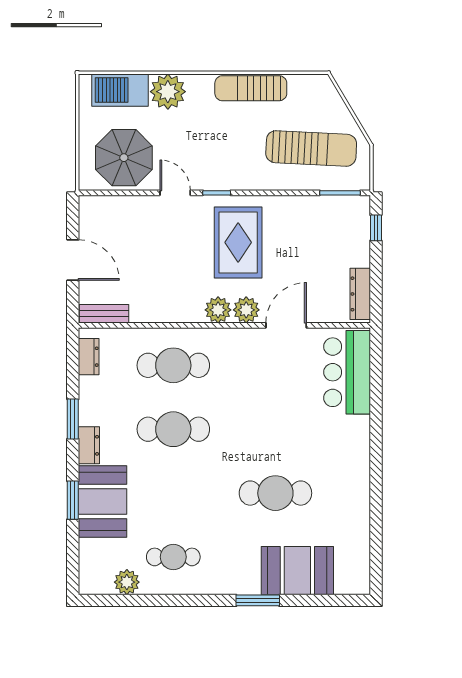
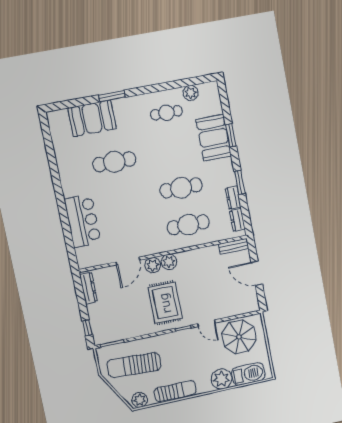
plant: (314, 87) -> (140, 400), added
bar counter: (347, 372) -> (83, 221), moved
dresser: (89, 445) -> (233, 198), moved

